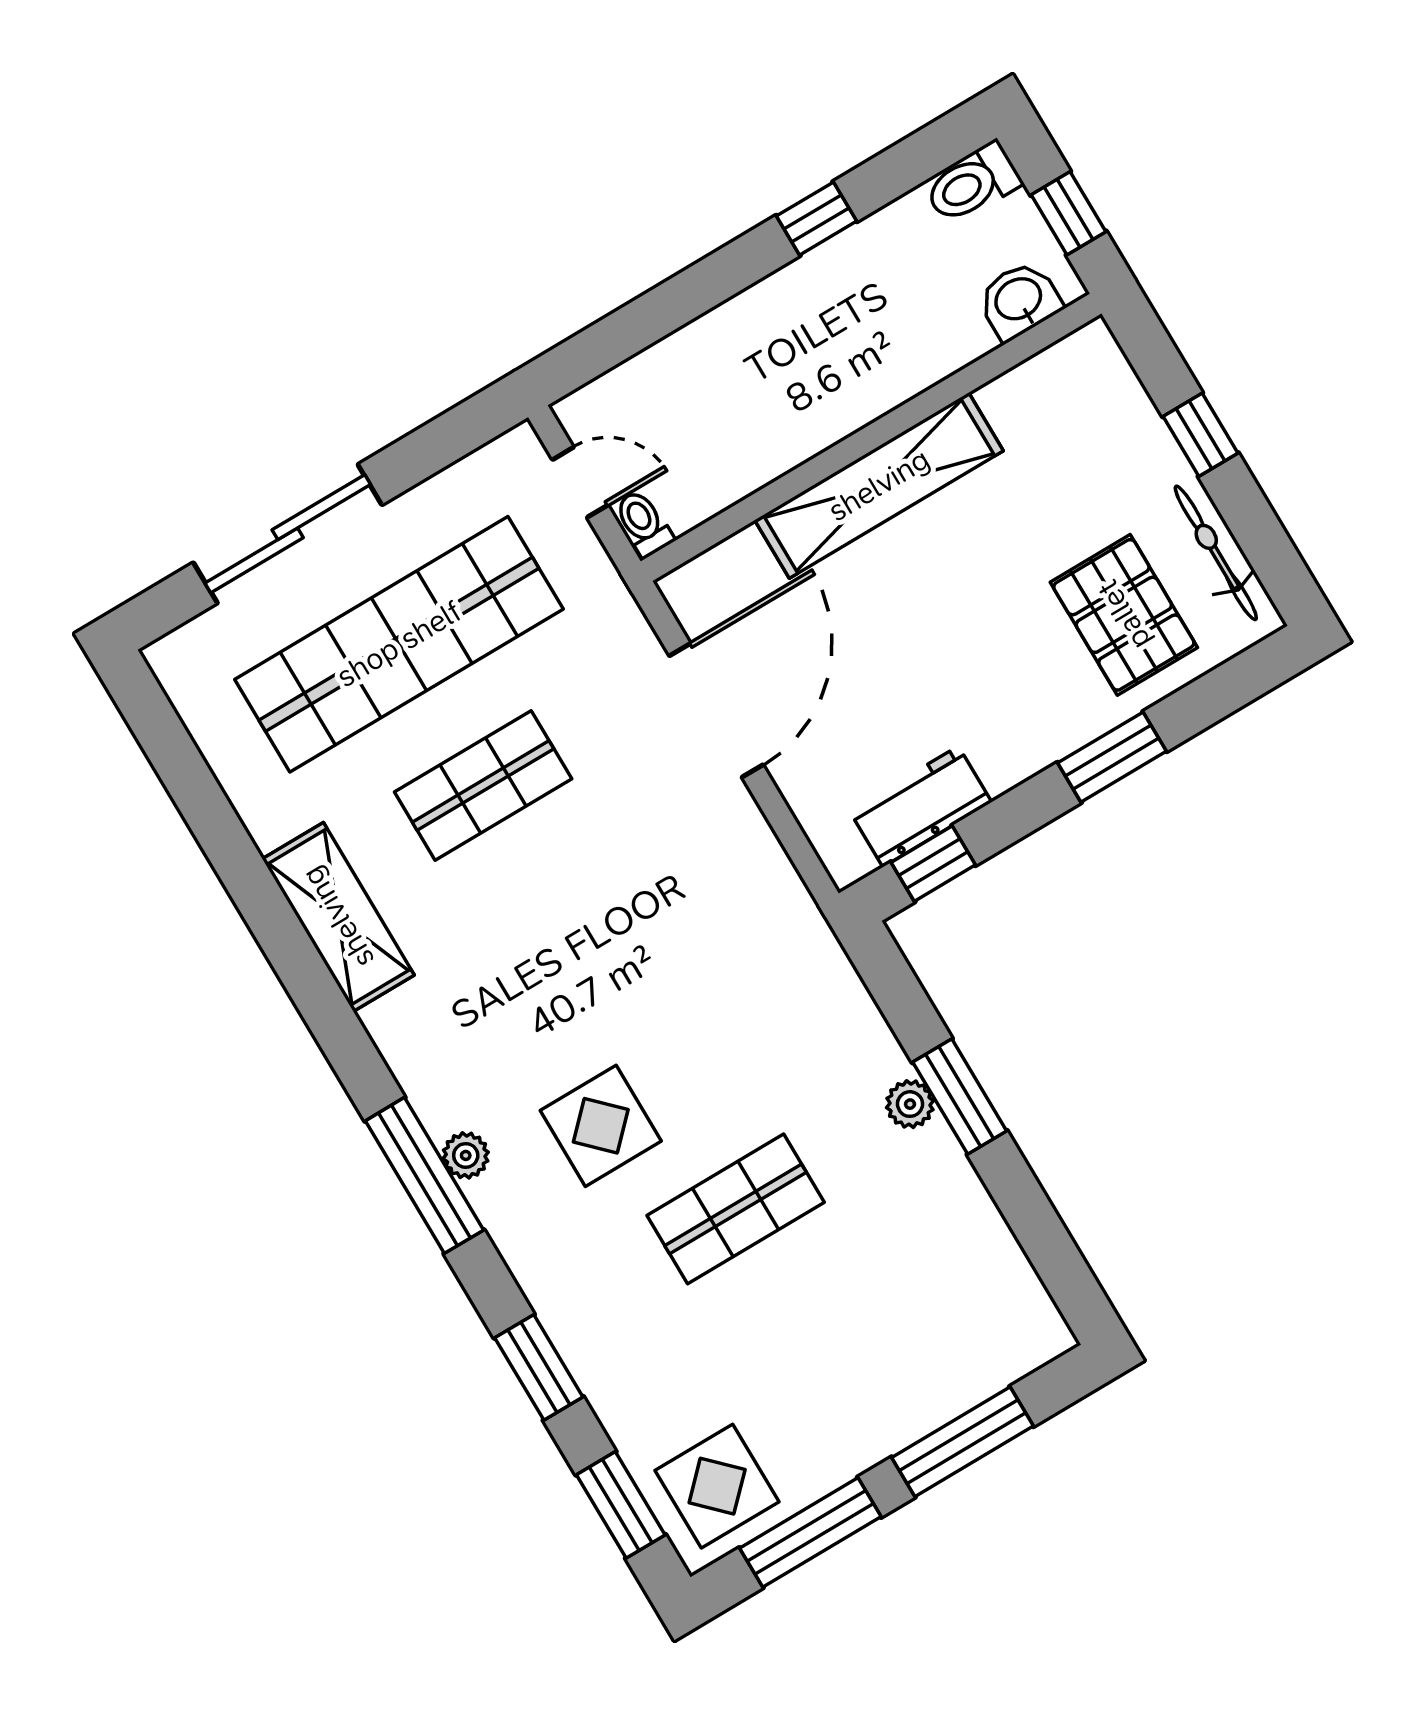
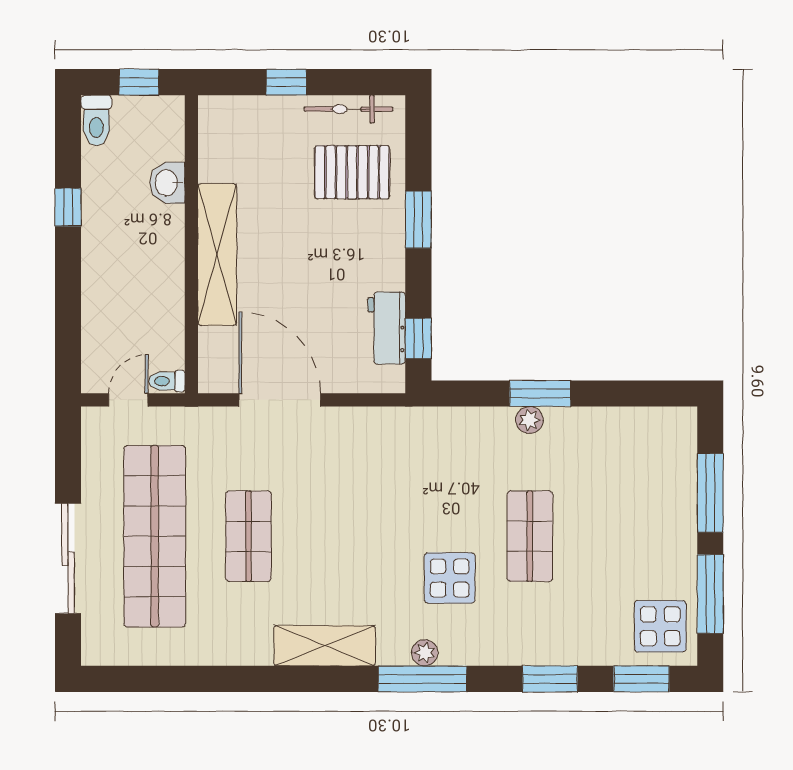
washbasin: (1019, 300) -> (167, 183), moved
shelving: (338, 917) -> (325, 646), moved

